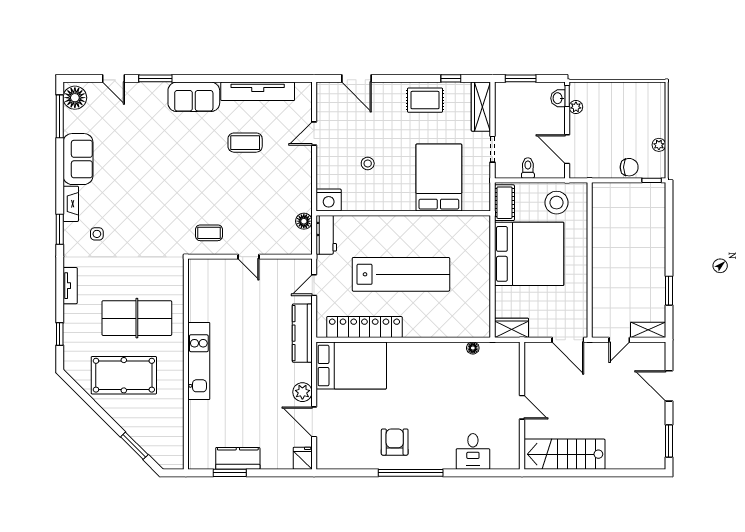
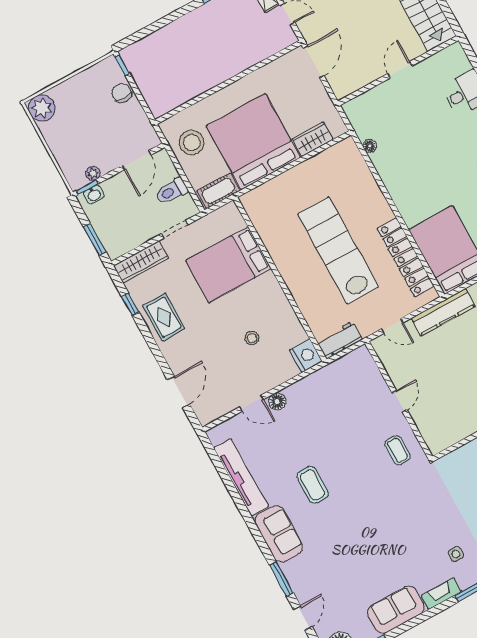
coffee table: (245, 143) -> (313, 485), moved
plant: (659, 145) -> (42, 108), moved, width x1.87, depth x1.87
toilet: (528, 168) -> (172, 191), width x1.37, depth x1.39
floor lamp: (304, 221) -> (277, 401), moved
wardrobe: (512, 328) -> (313, 139), moved, turned 90

